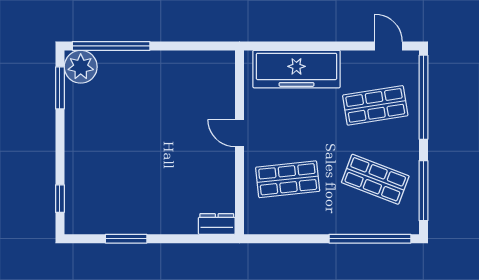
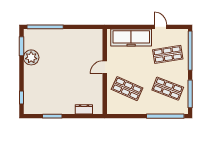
door: (389, 46) -> (161, 27), moved
plant: (81, 67) -> (31, 57), moved
door: (239, 133) -> (105, 67), hinge flipped
shop shelf: (288, 179) -> (127, 89), turned 30
dresser: (217, 224) -> (84, 109), moved

